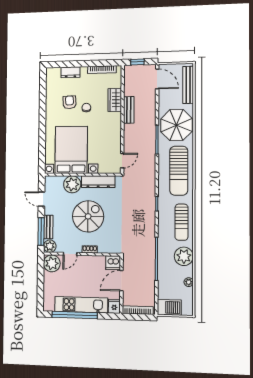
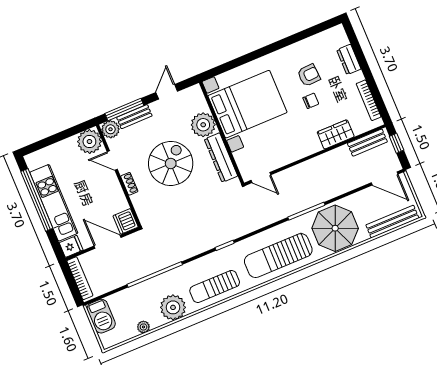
door: (157, 79) -> (385, 178), hinge flipped
bench: (129, 110) -> (367, 143), moved
spiral stairs: (88, 216) -> (171, 164), turned -90

